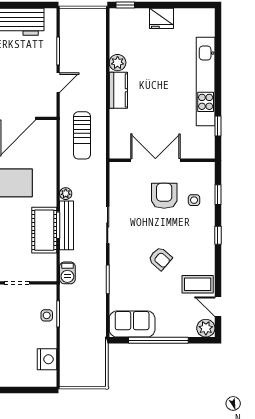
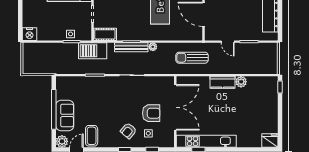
fridge: (162, 18) -> (270, 141), moved, turned 90
kitchen unit: (206, 81) -> (206, 141), moved
double door: (155, 160) -> (175, 107), width x1.36
cot: (44, 230) -> (105, 34), moved, width x0.73, depth x0.75
armchair: (160, 259) -> (128, 131), moved
barbecue: (67, 273) -> (93, 51), width x1.88, depth x1.53
sofa: (132, 324) -> (65, 115), moved
nightstand: (47, 359) -> (29, 34), moved

